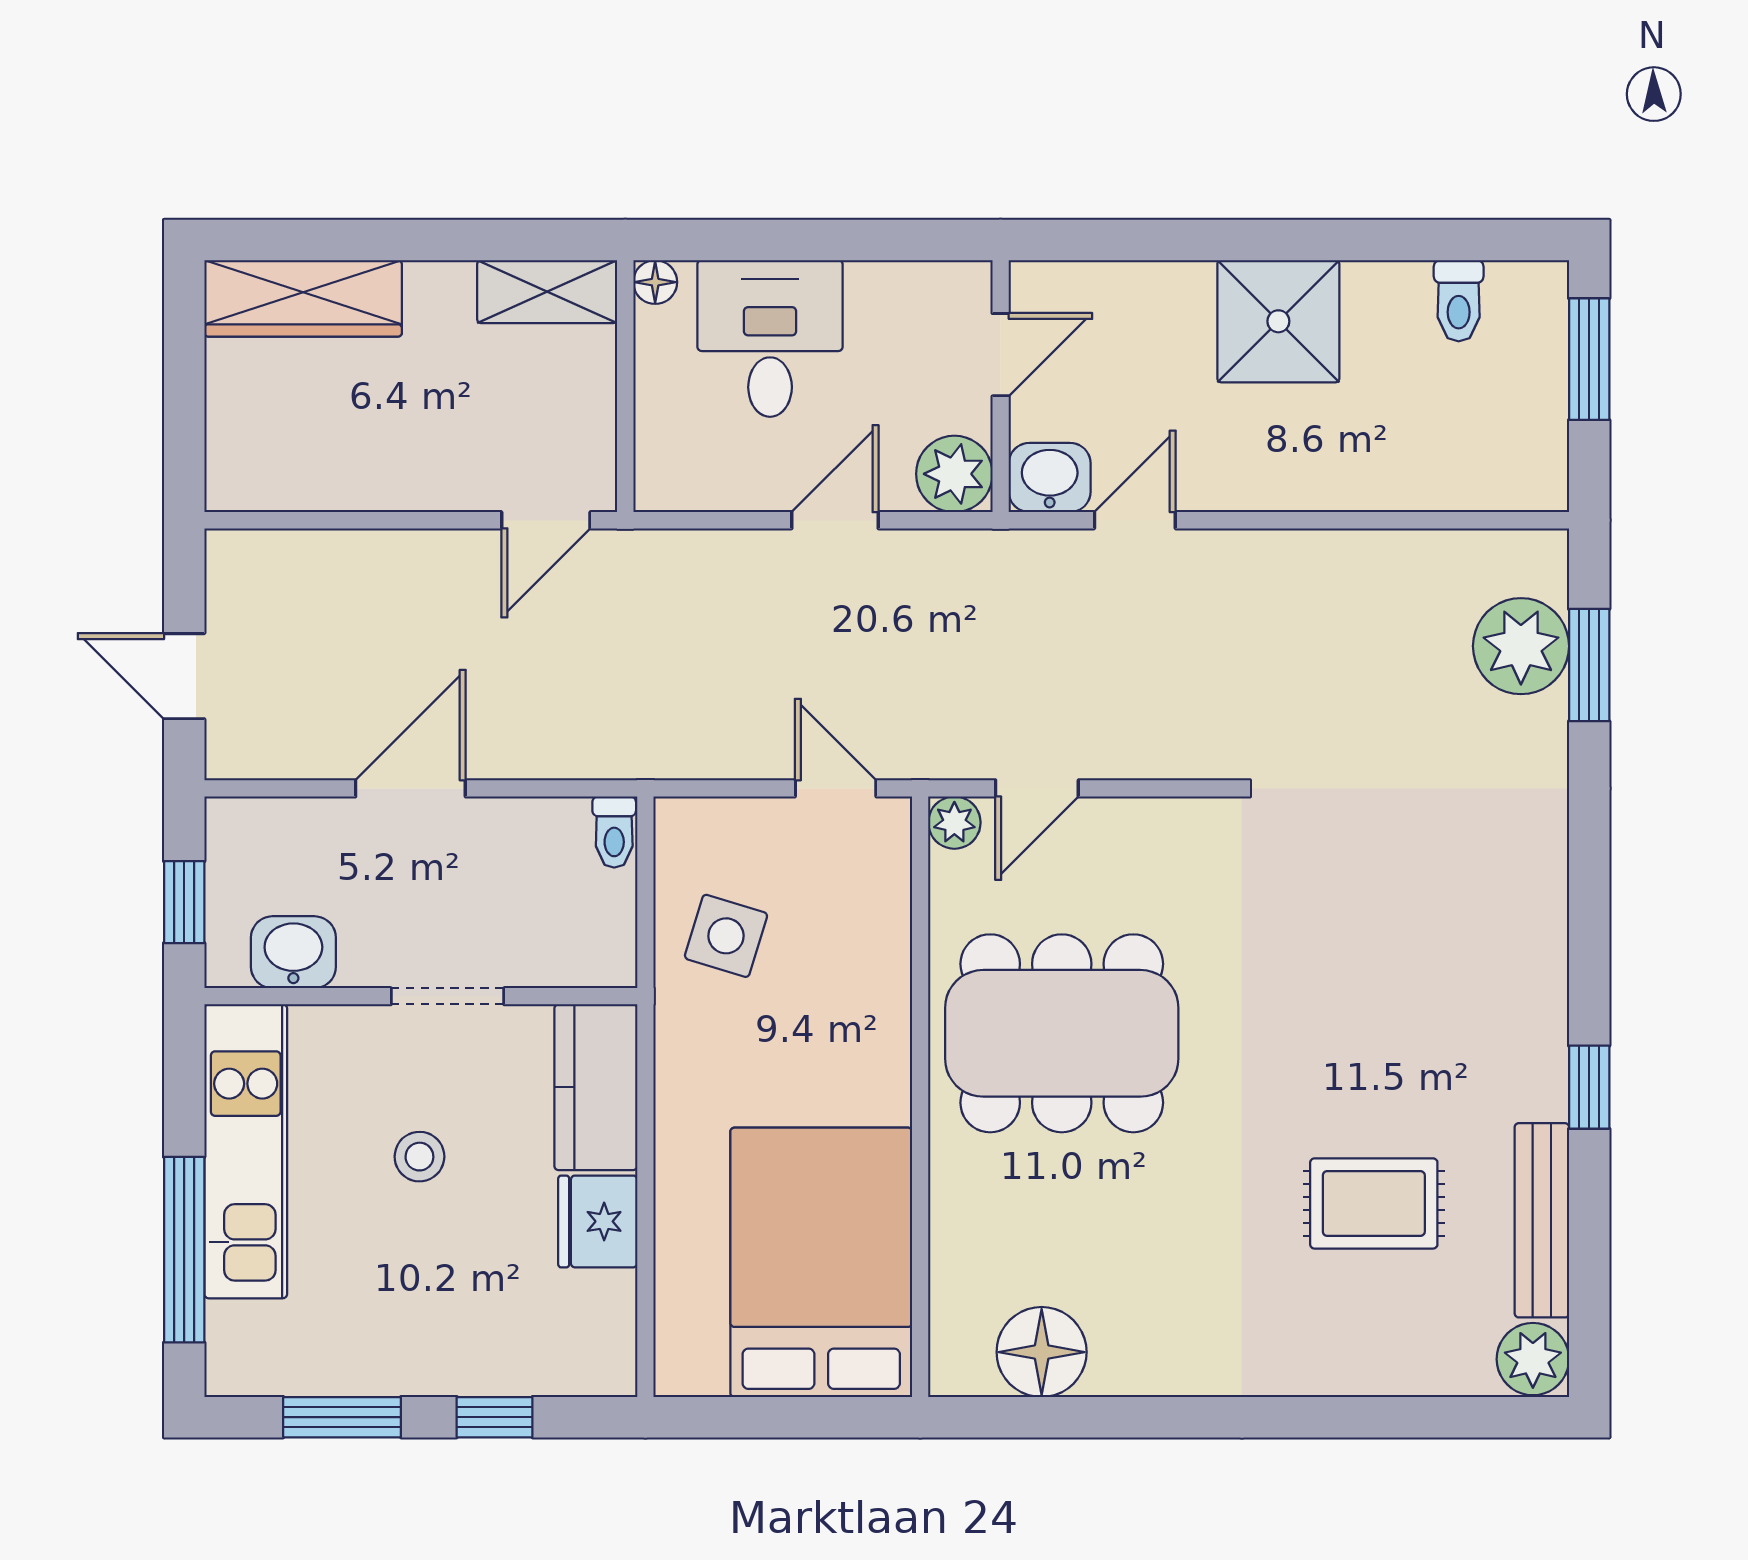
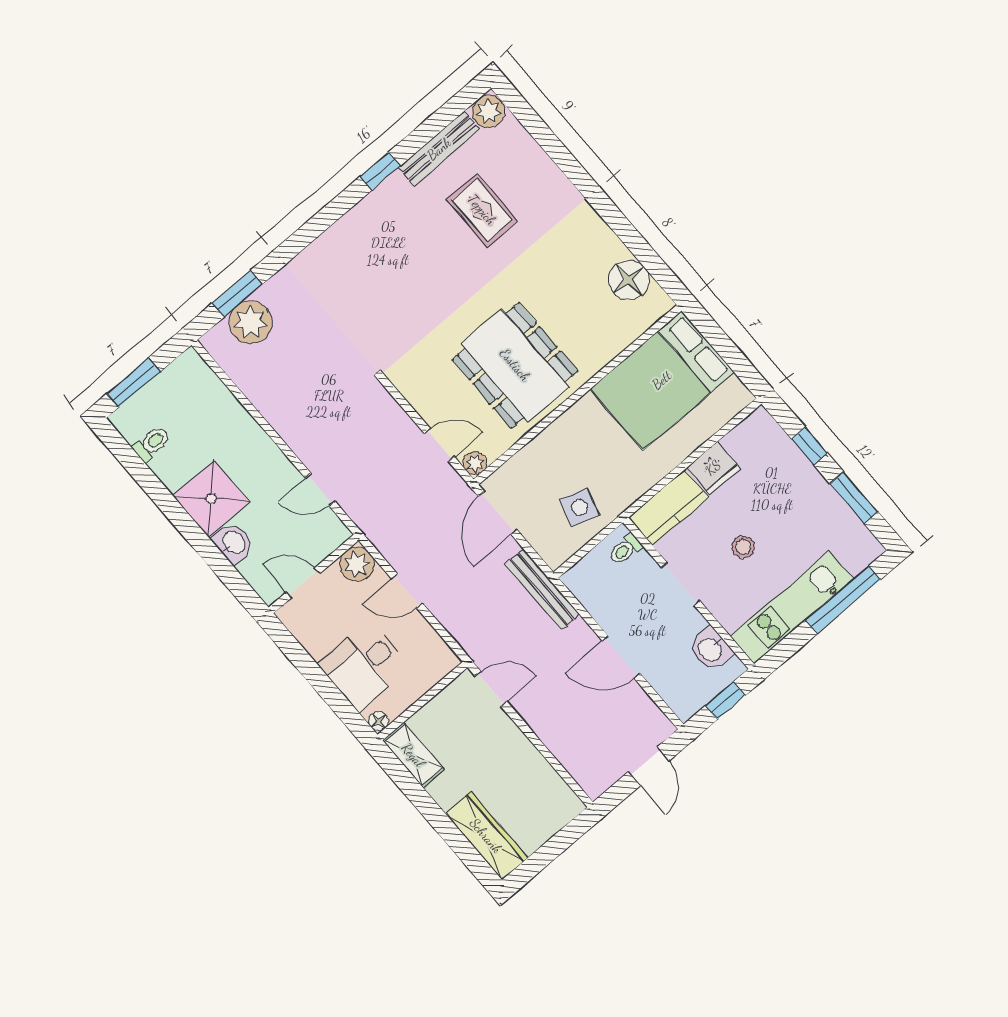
washbasin: (1050, 478) -> (233, 543), moved, turned 180
bench: (641, 753) -> (542, 589), added
door: (836, 788) -> (498, 513), width x1.38
toilet: (614, 832) -> (625, 549), moved, turned 180

